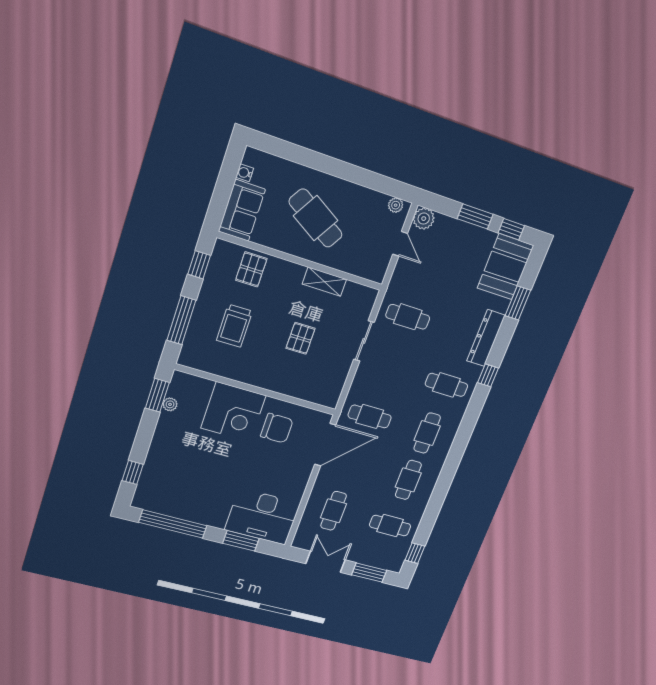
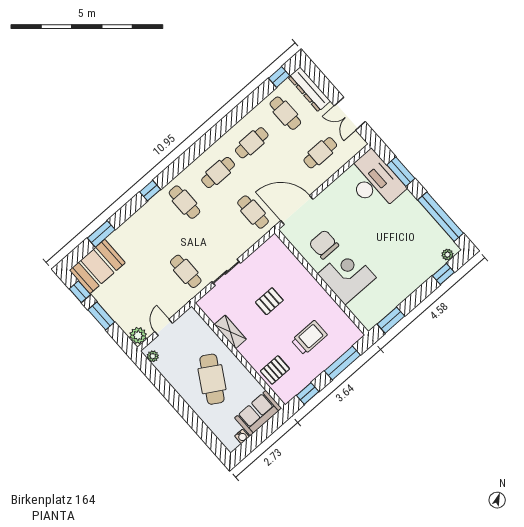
dresser: (486, 338) -> (309, 89), moved, turned 90
plant: (170, 404) -> (447, 255), moved
window: (369, 573) -> (322, 83), removed

